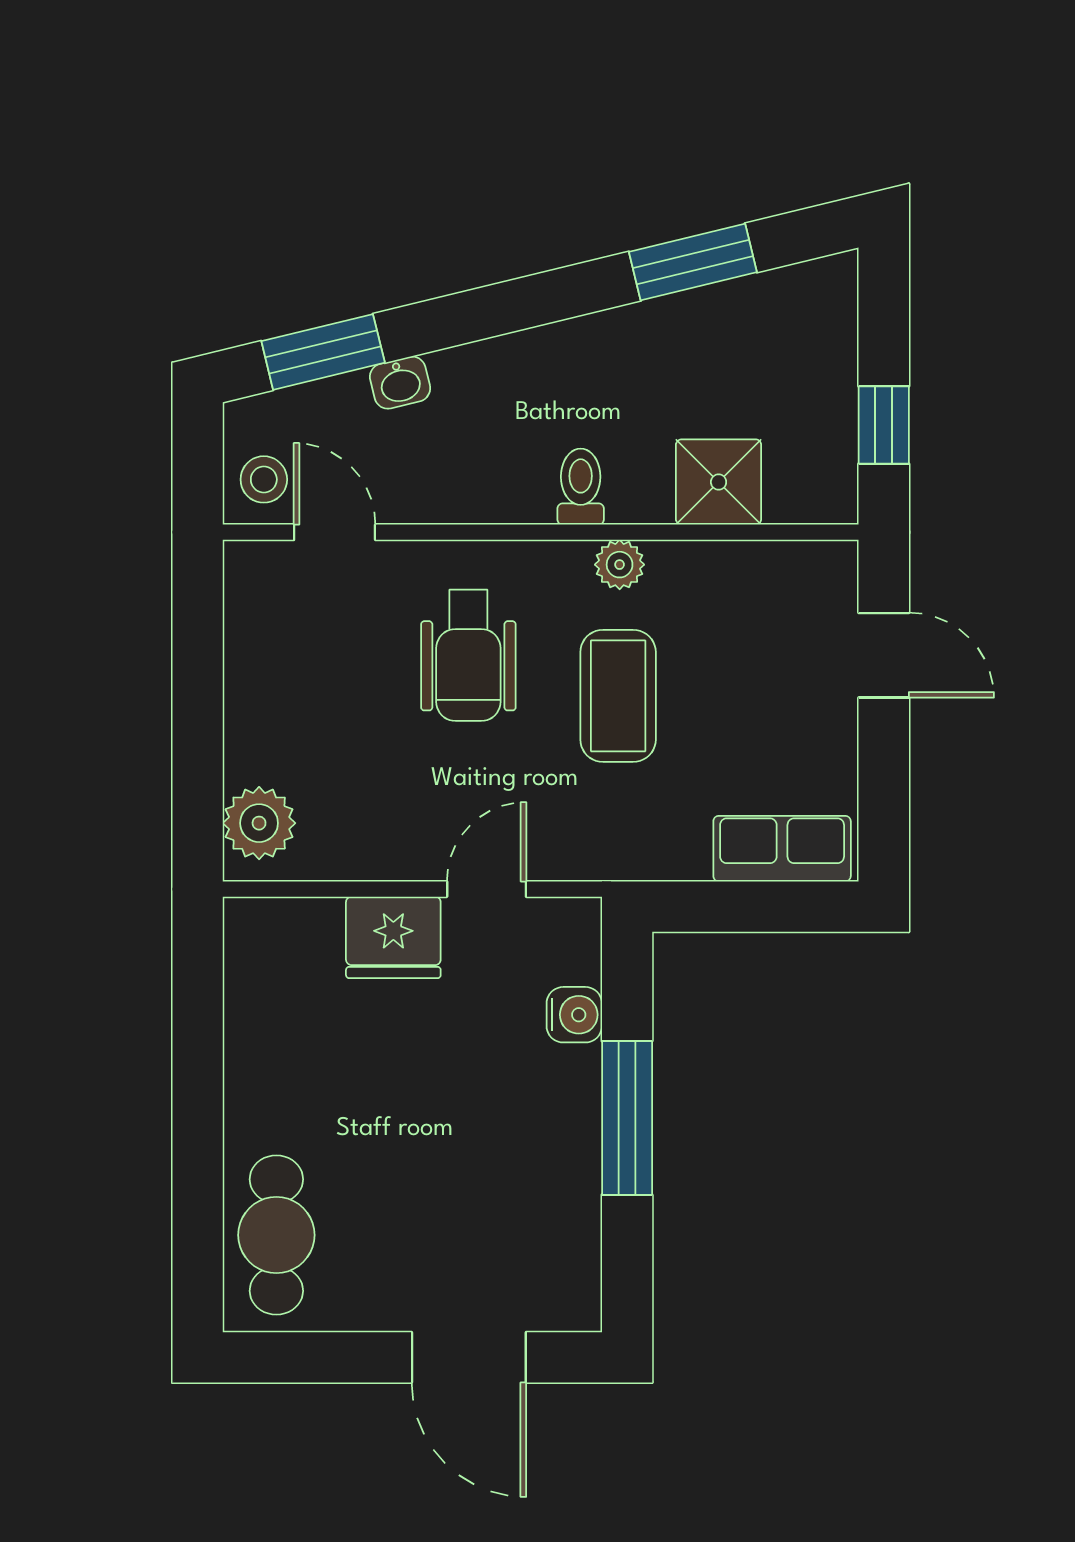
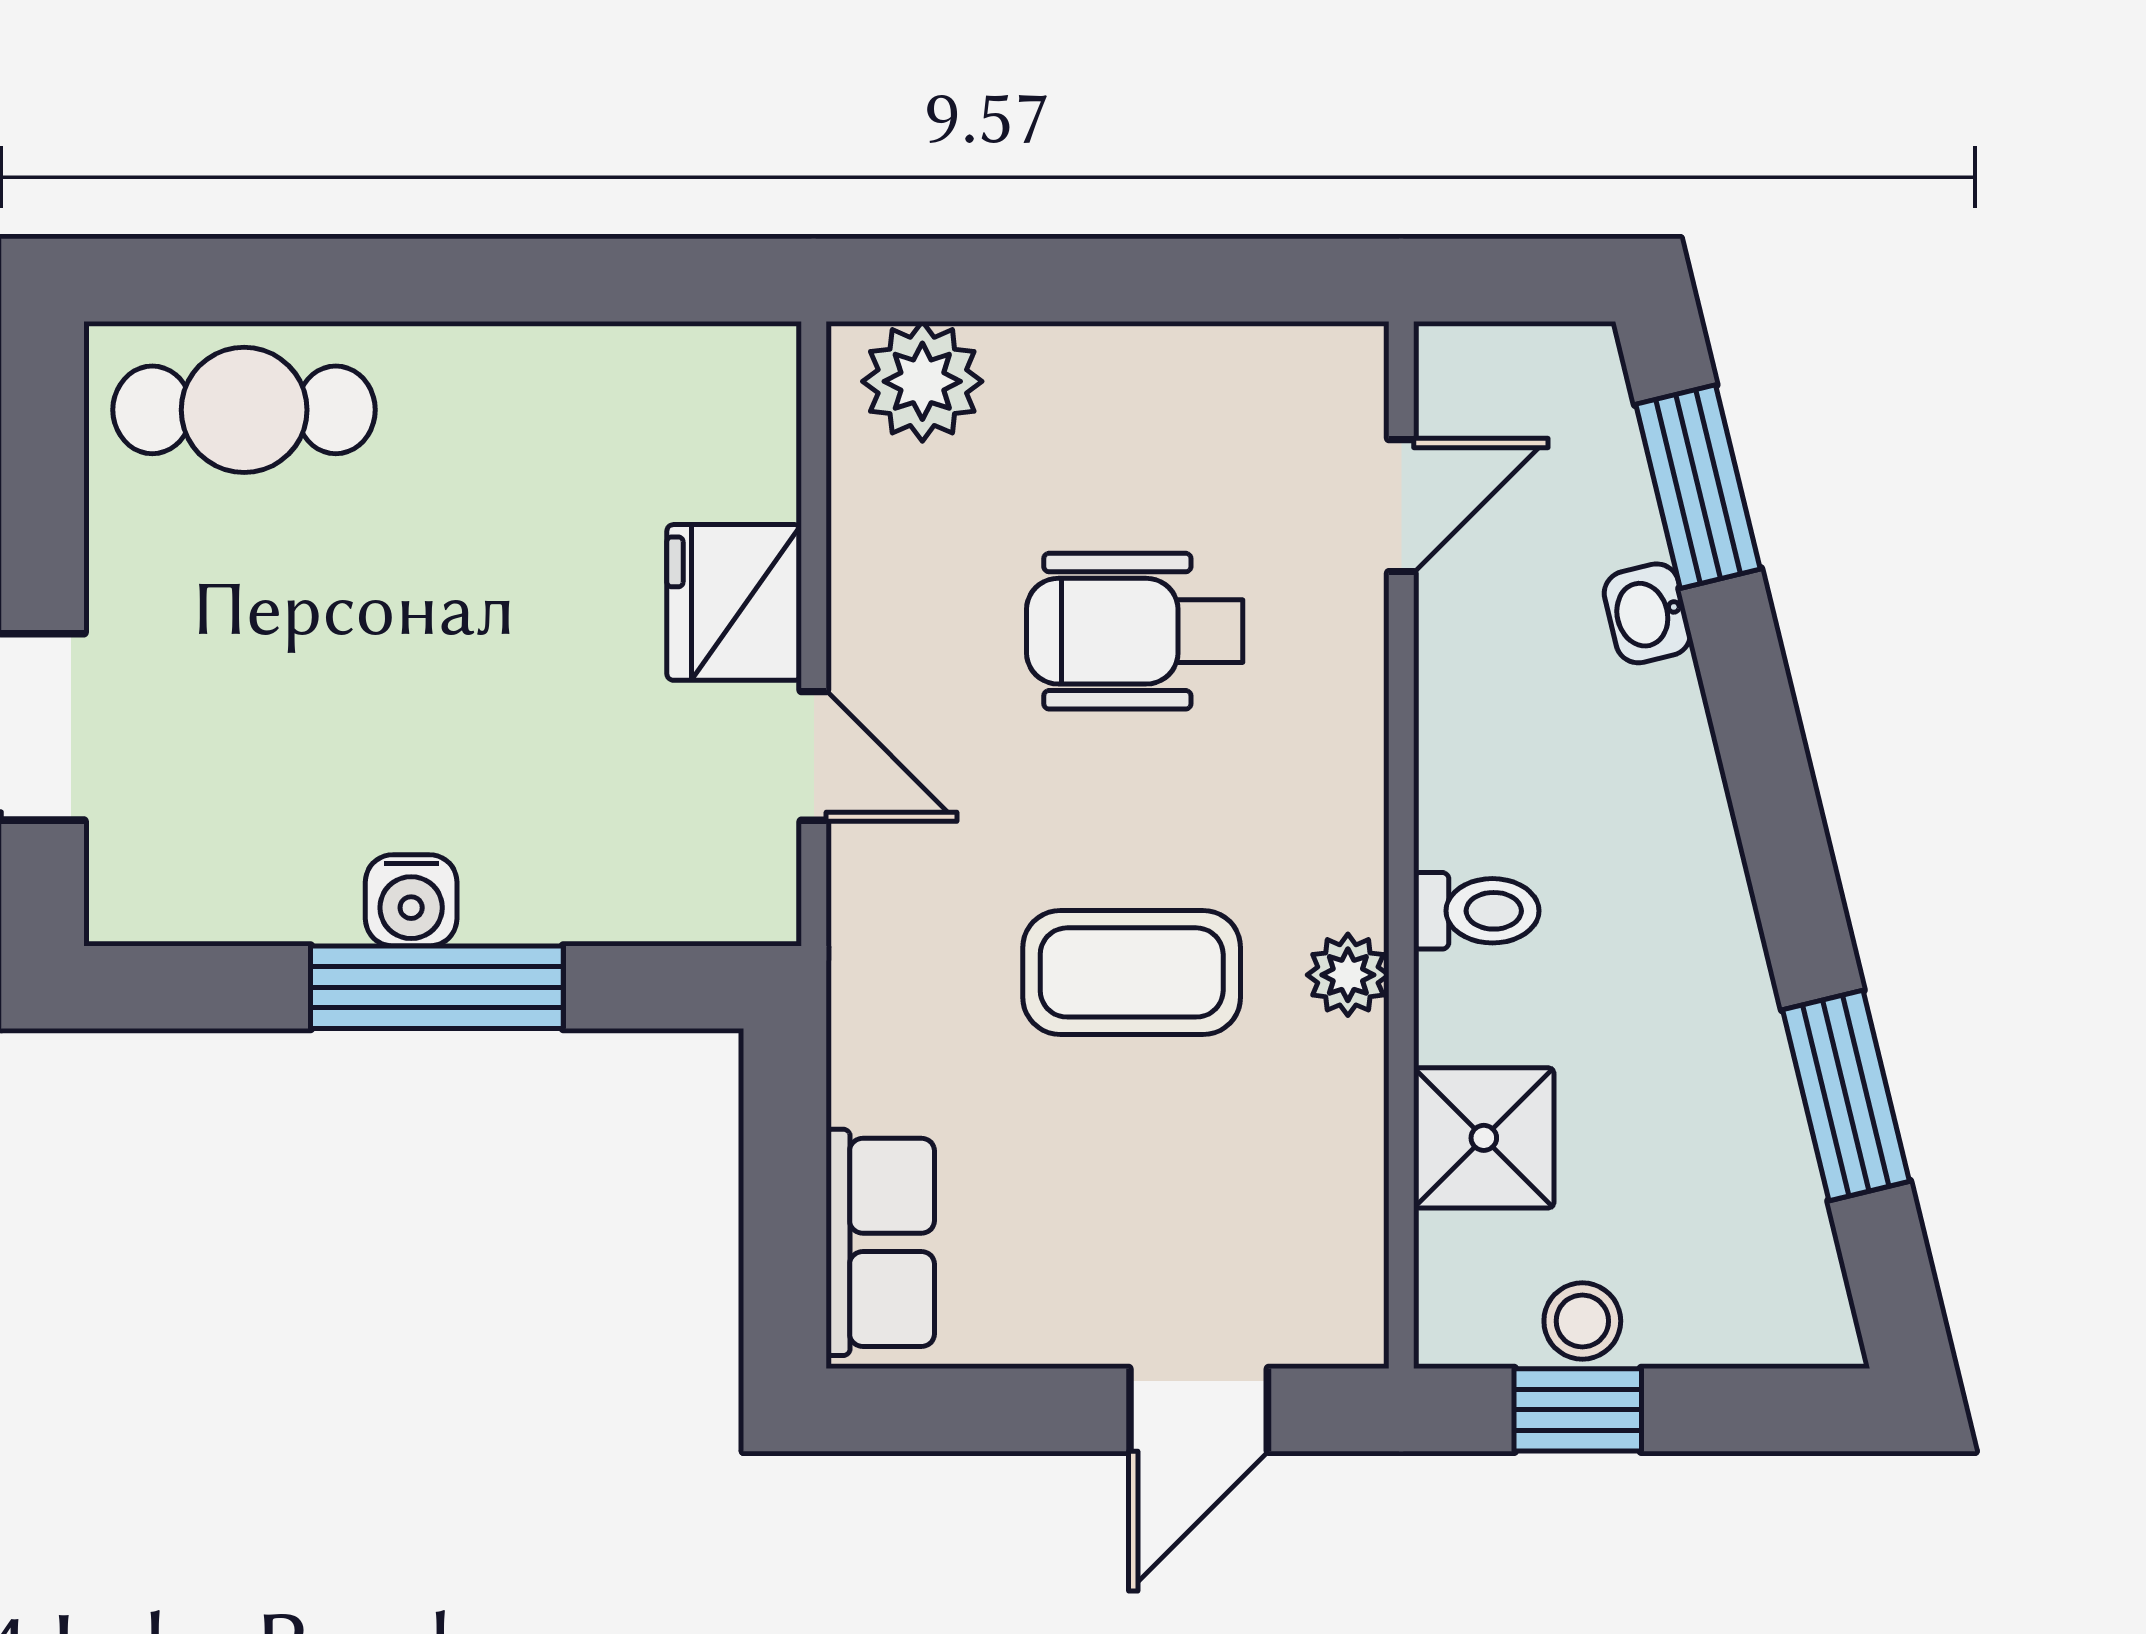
stool: (264, 479) -> (1582, 1321), moved
wheelchair: (468, 655) -> (1135, 631), moved
water cooler: (574, 1015) -> (411, 900), moved

